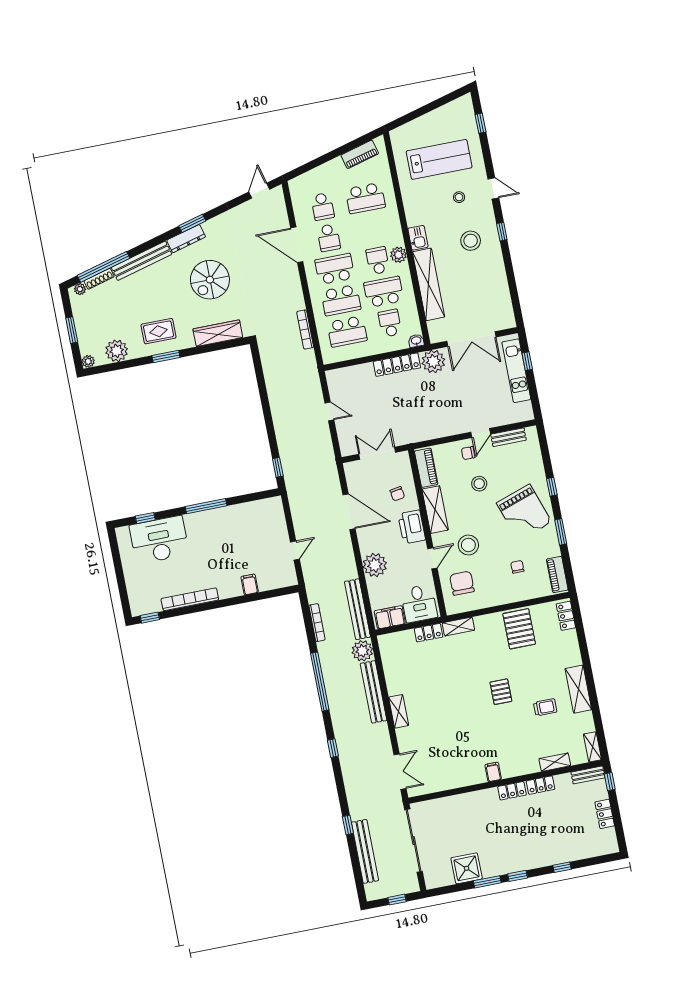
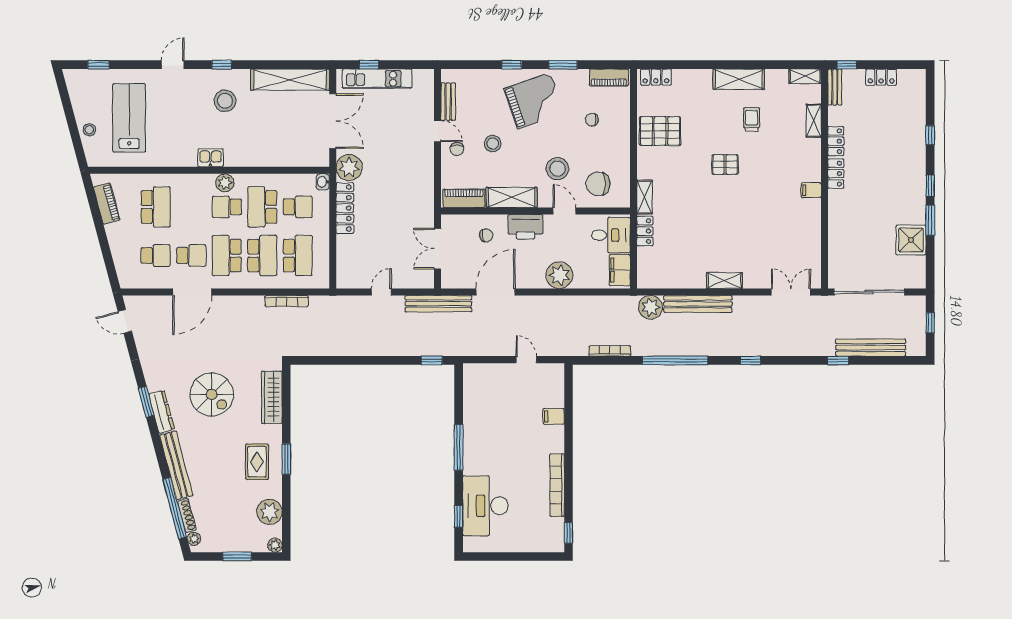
stool: (459, 197) -> (89, 130), moved
shelving: (429, 284) -> (290, 80), moved
school desk: (390, 323) -> (298, 207), turned 180
bench: (358, 609) -> (438, 304), moved

